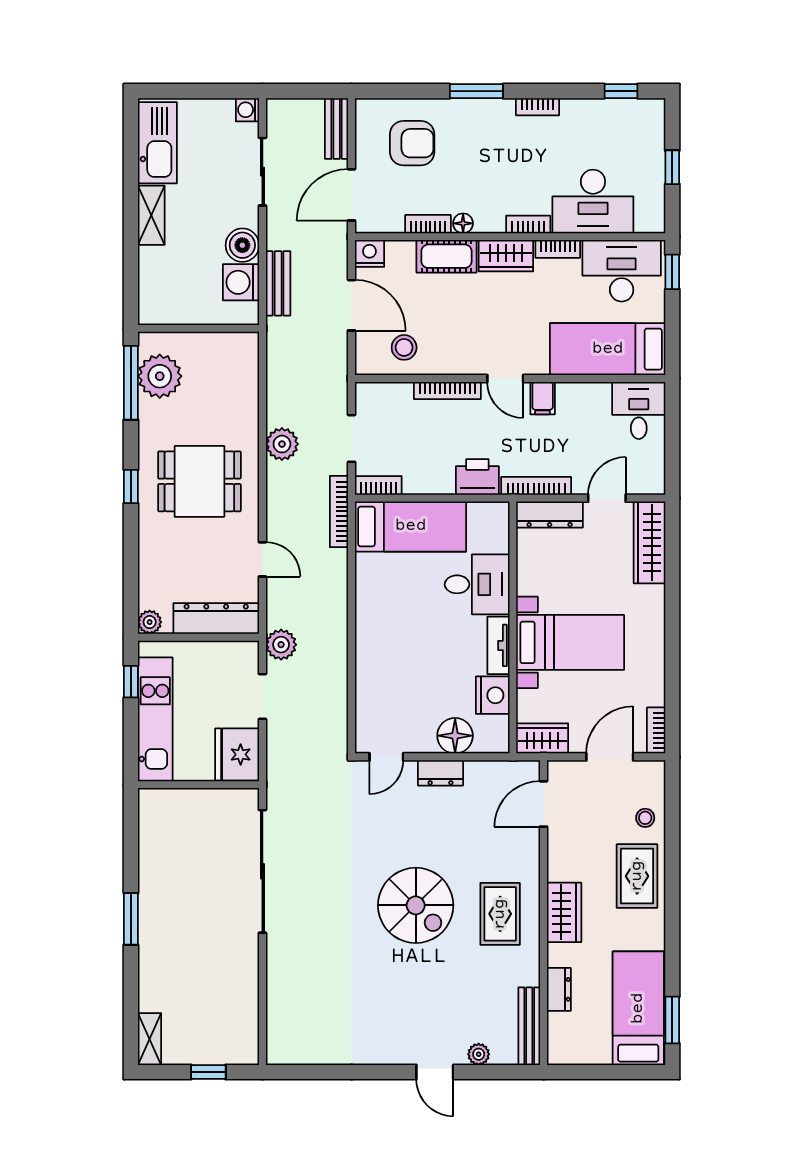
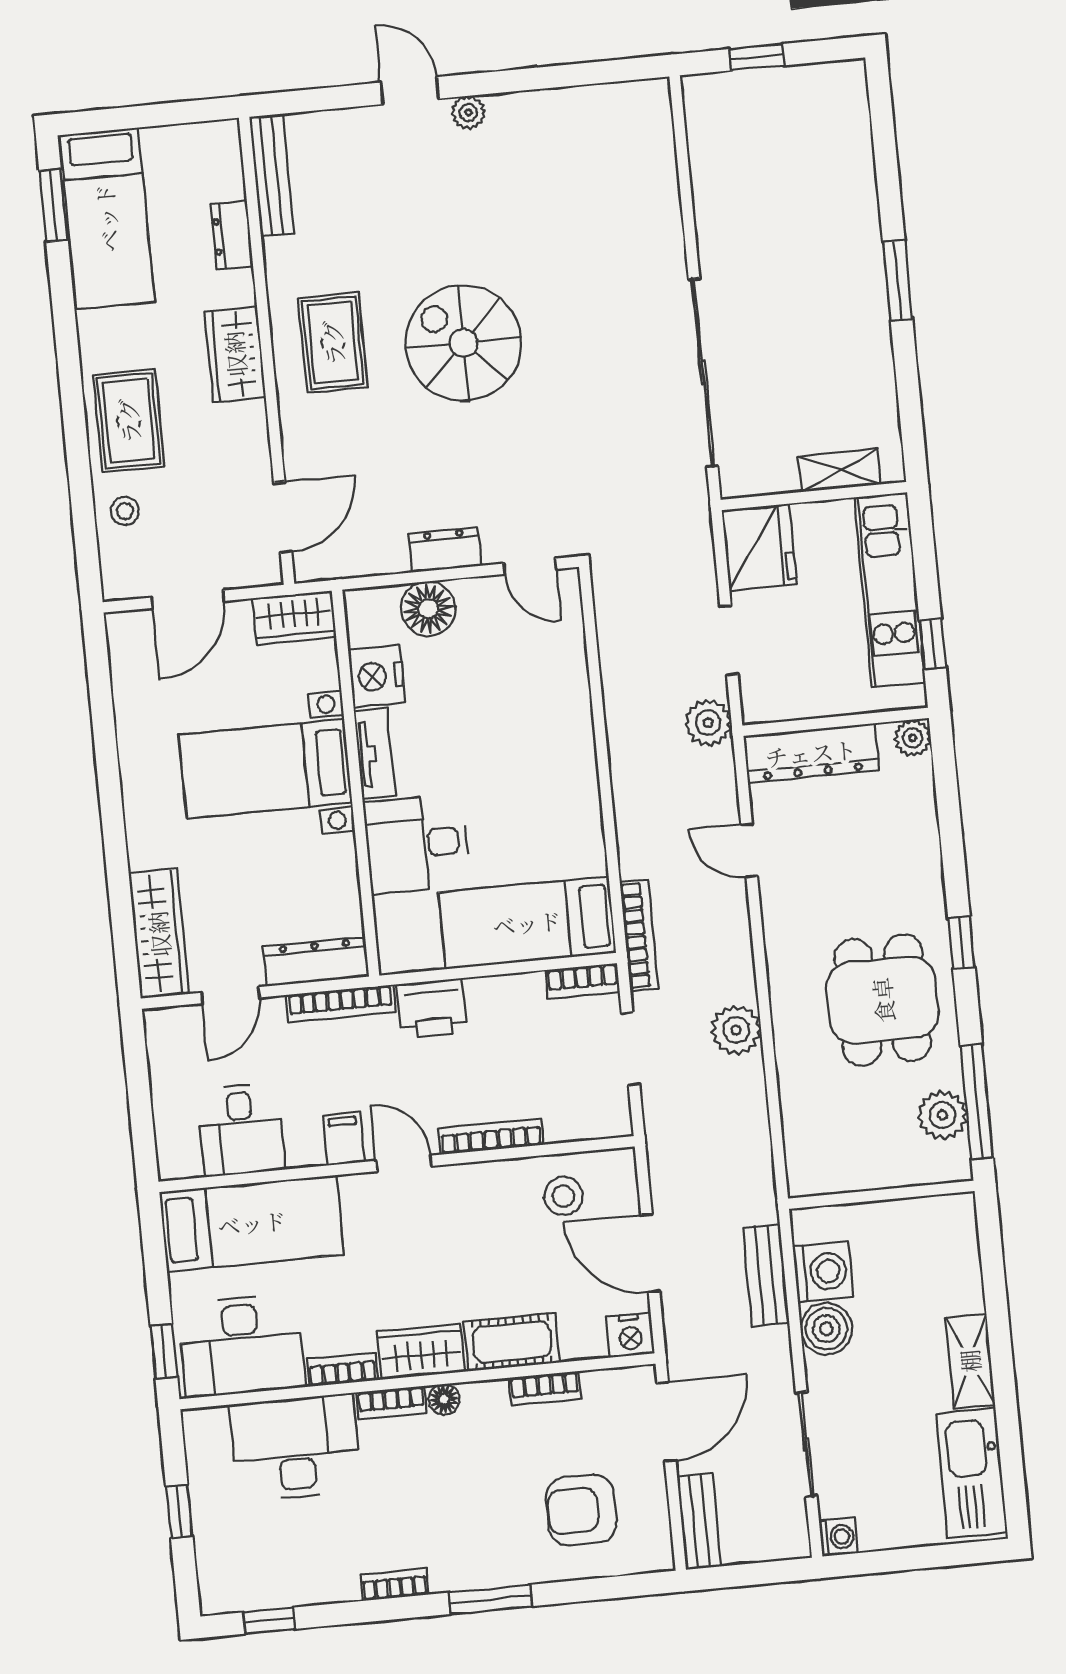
floor lamp: (463, 223) -> (444, 1399), moved
plant: (160, 376) -> (942, 1115), width x0.73, depth x0.73
desk: (639, 410) -> (241, 1130), moved
dining table: (199, 481) -> (883, 1000), moved, turned 90
bookcase: (656, 730) -> (121, 646), removed
door: (386, 757) -> (530, 566), swing flipped
shelving: (150, 1039) -> (840, 470), moved, turned 90
plant: (479, 1054) -> (468, 113), moved

